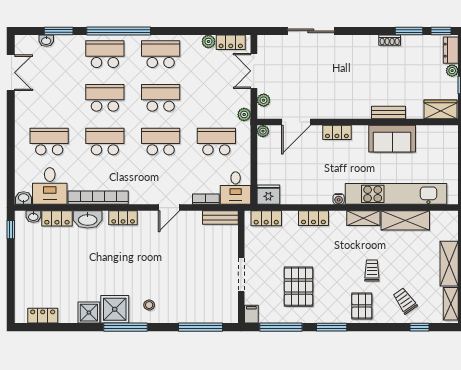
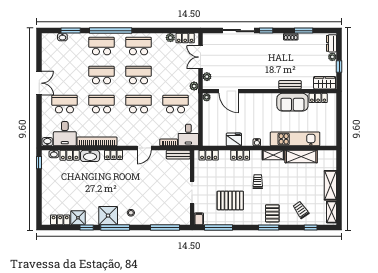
window: (441, 31) -> (266, 31), moved
double door: (11, 73) -> (39, 83), moved
door: (296, 122) -> (229, 91), hinge flipped
locker: (337, 132) -> (318, 98), moved
kitchen unit: (396, 194) -> (295, 139), width x0.73
fridge: (268, 195) -> (234, 139), moved
trolley: (372, 270) -> (258, 182), moved
pallet: (298, 287) -> (230, 201), turned 90
shower: (89, 313) -> (78, 218), moved
window: (83, 327) -> (87, 227), added
window: (332, 327) -> (269, 227), moved

